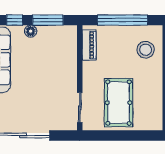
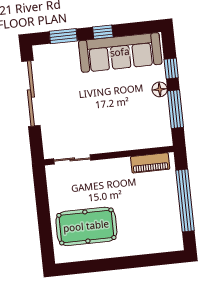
stool: (146, 50) -> (152, 233), removed
pool table: (118, 103) -> (86, 226), moved

